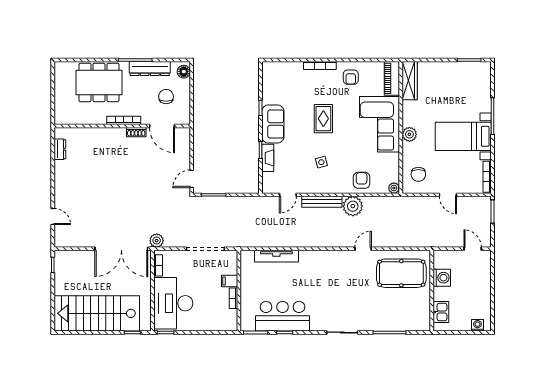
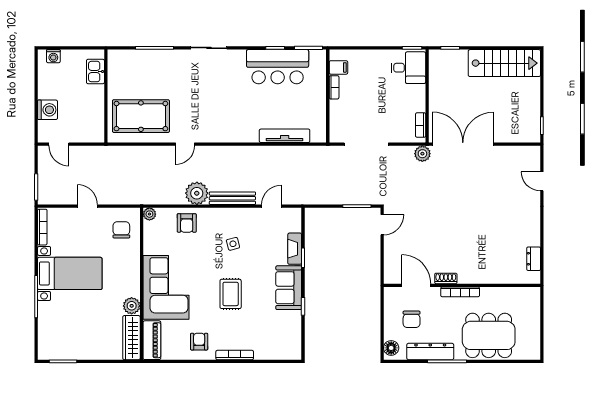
plant: (409, 134) -> (132, 306), moved
washing machine: (442, 278) -> (48, 110), moved, turned 180
filing cabinet: (230, 281) -> (338, 67), moved
desk: (173, 303) -> (408, 68), width x0.53, depth x0.77
stairs: (97, 313) -> (504, 63), width x0.73, depth x0.66

